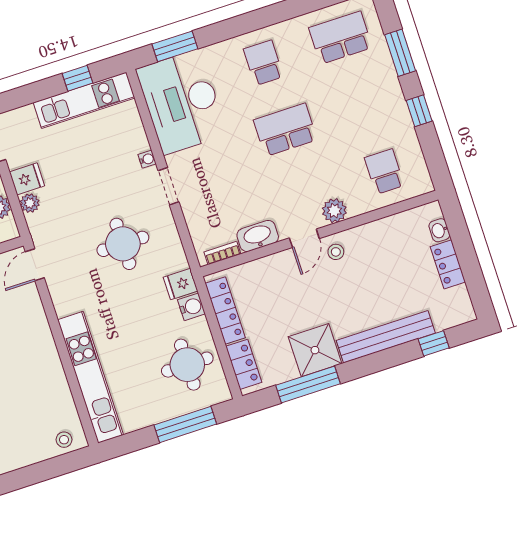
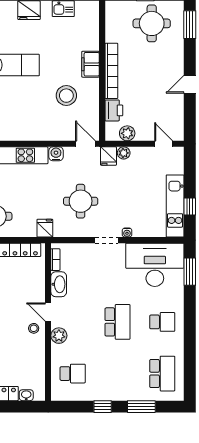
fridge: (27, 179) -> (108, 156), moved
water cooler: (191, 307) -> (56, 154), moved, turned 180

